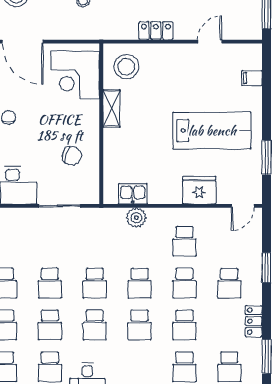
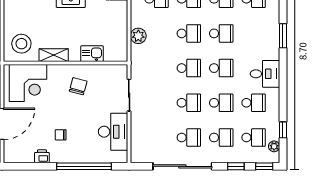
chair: (72, 156) -> (78, 86), moved
kitchen sink: (133, 194) -> (92, 54), moved, turned 90

